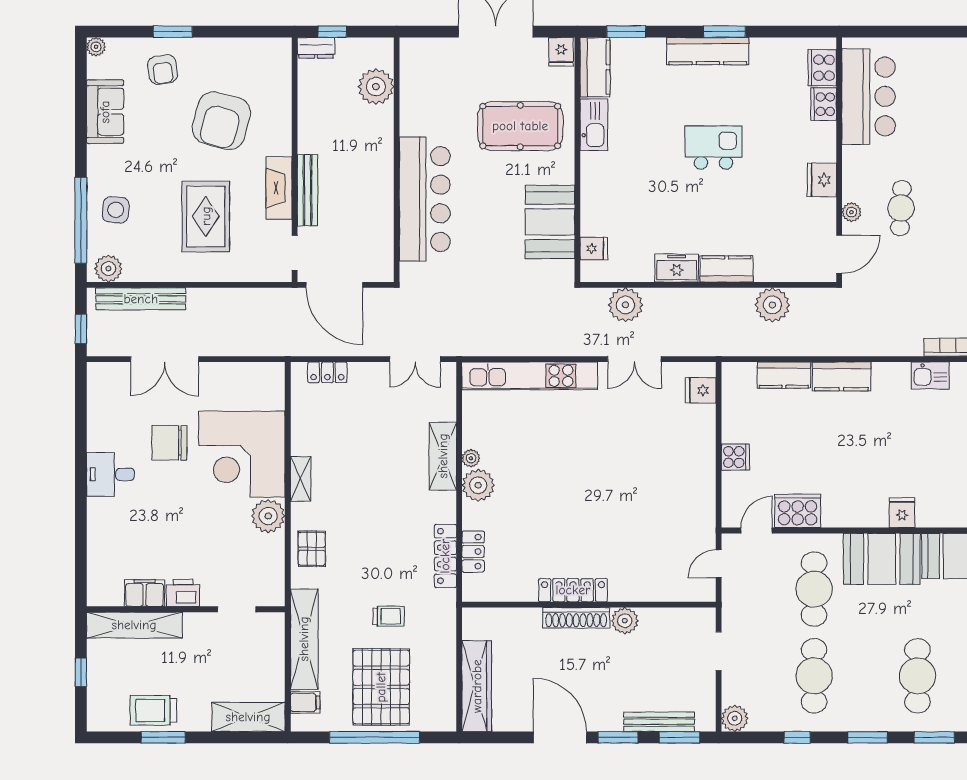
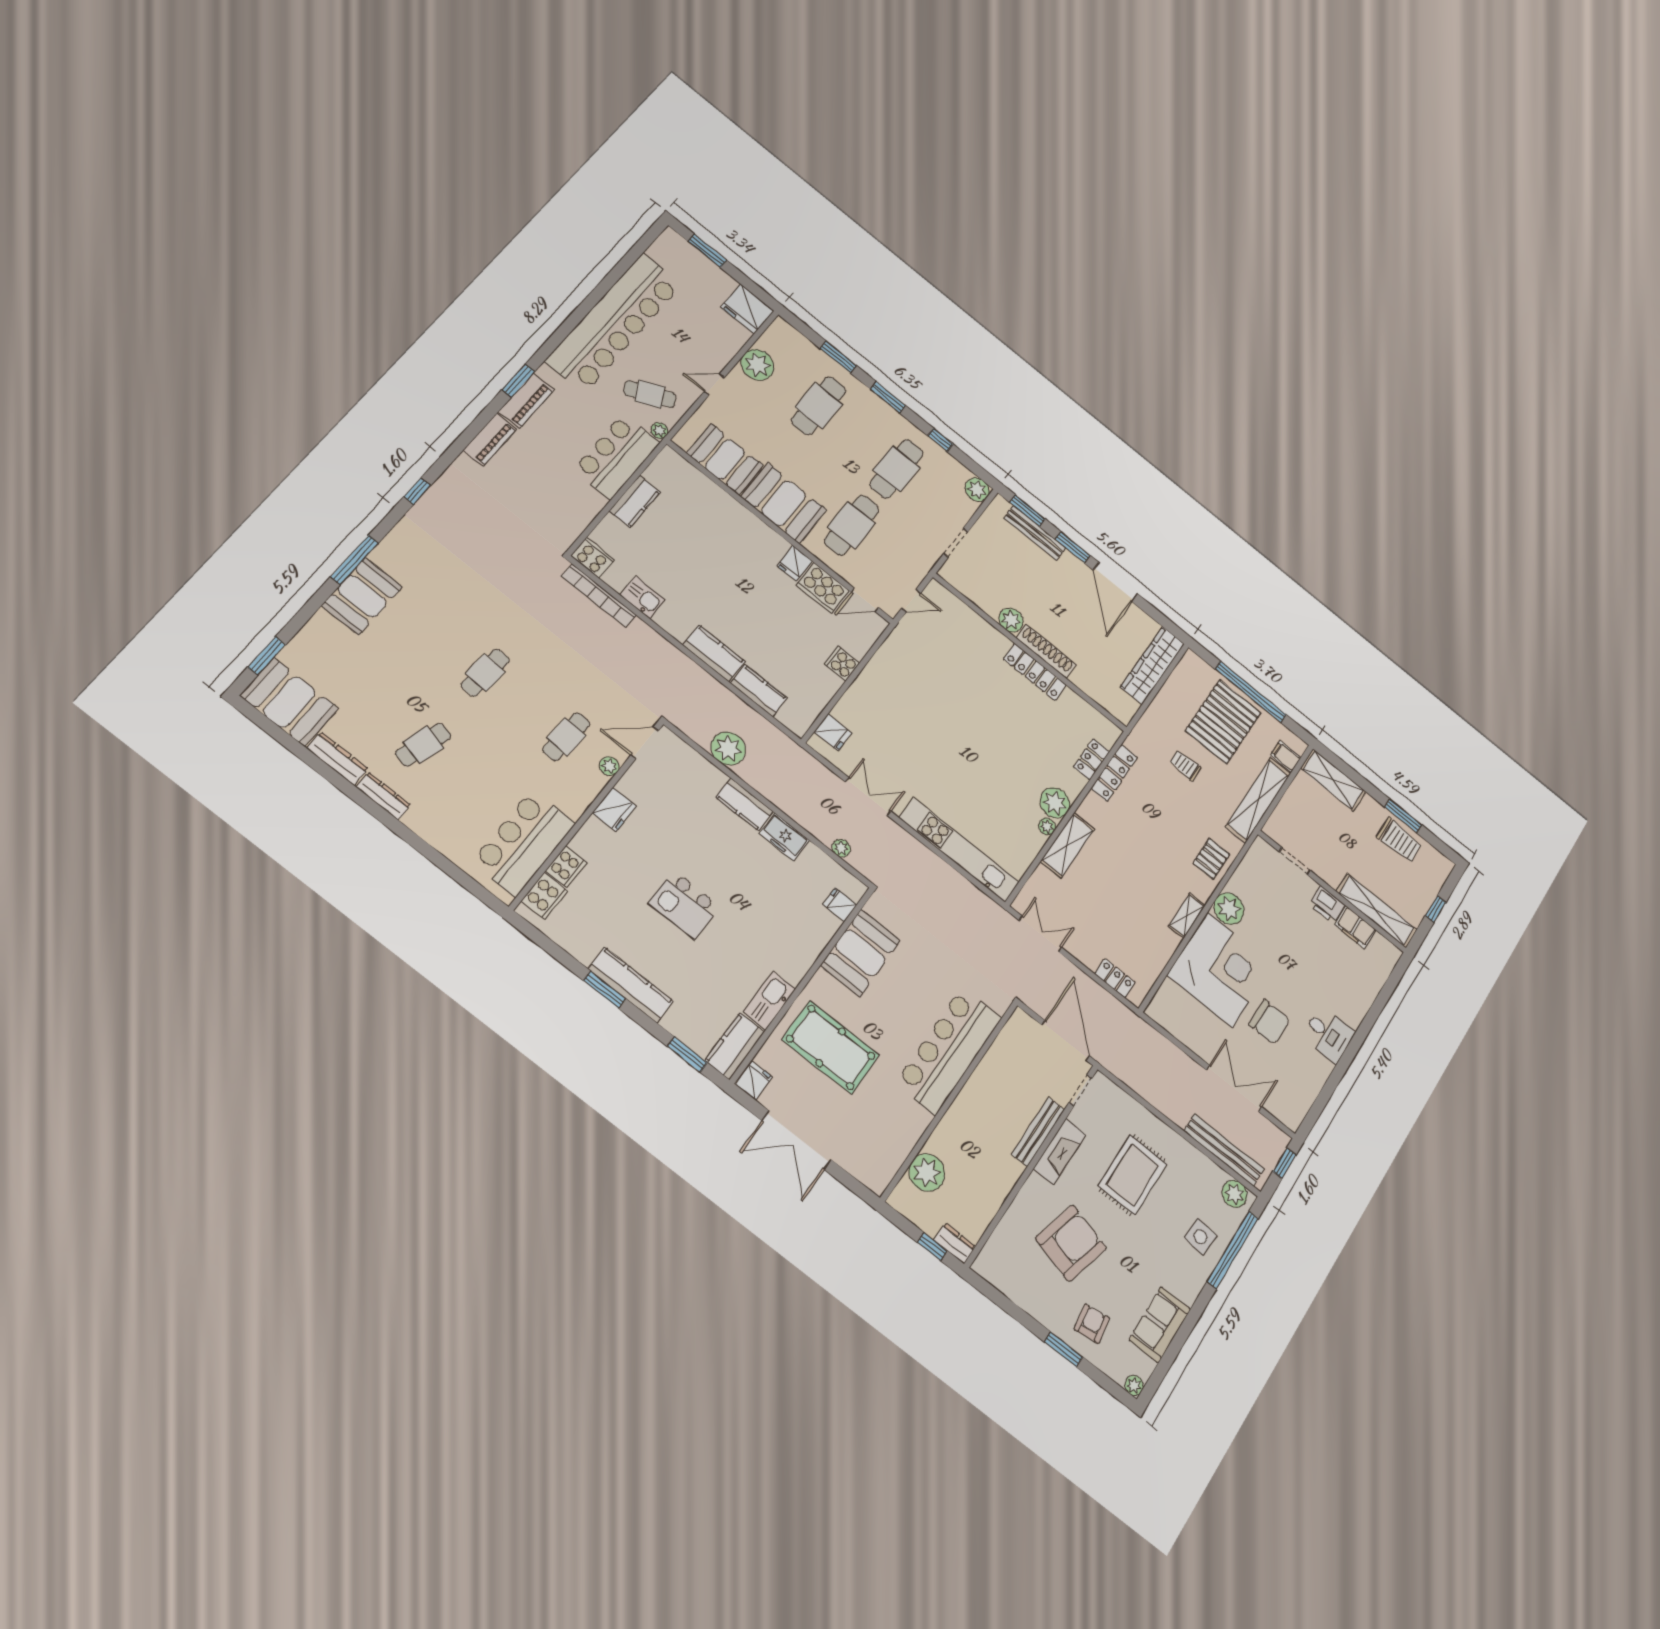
plant: (625, 305) -> (841, 848), width x0.53, depth x0.53
fridge: (902, 513) -> (795, 563), moved

